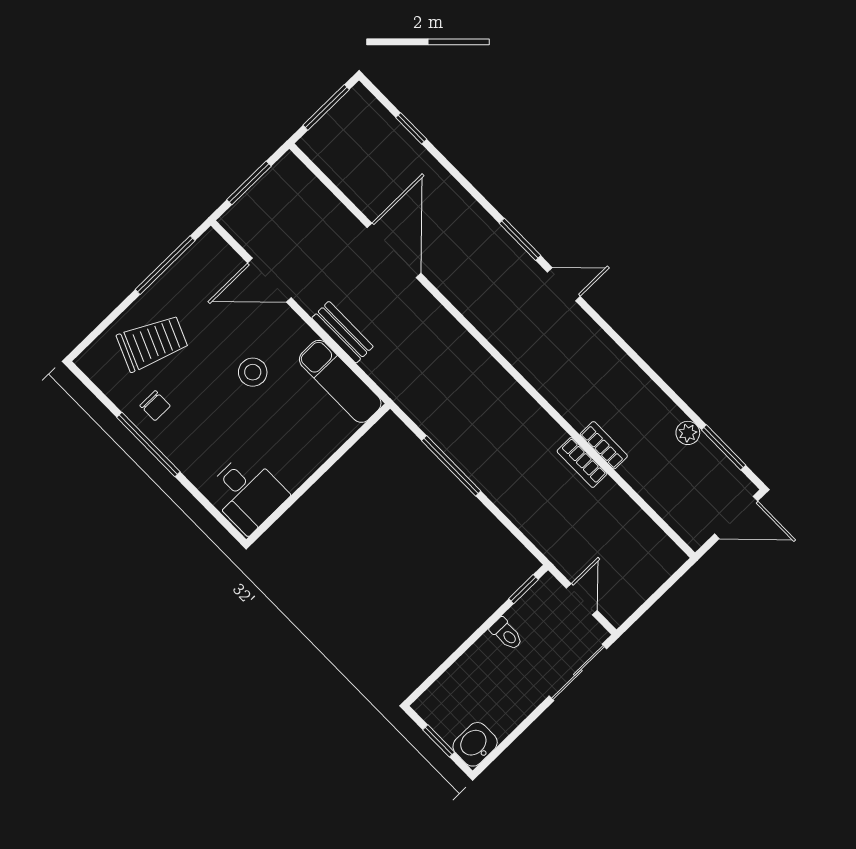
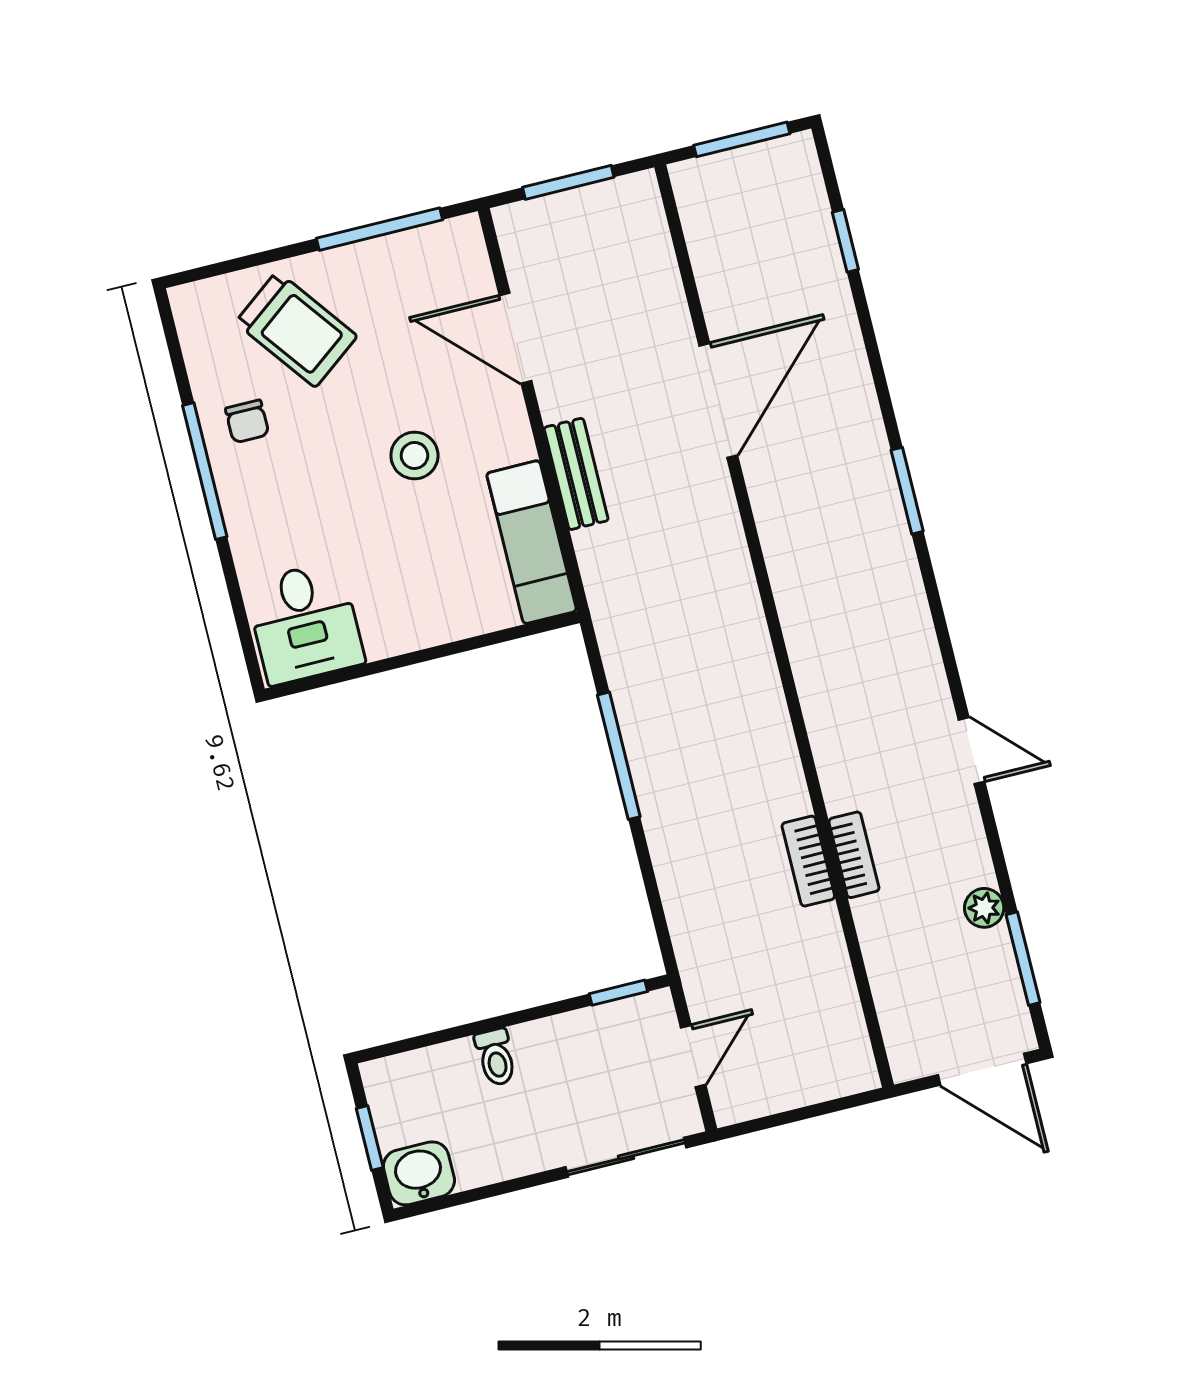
door: (564, 284) -> (972, 751), moved
trolley: (152, 343) -> (296, 329), turned 30
toilet: (506, 634) -> (496, 1057), moved

